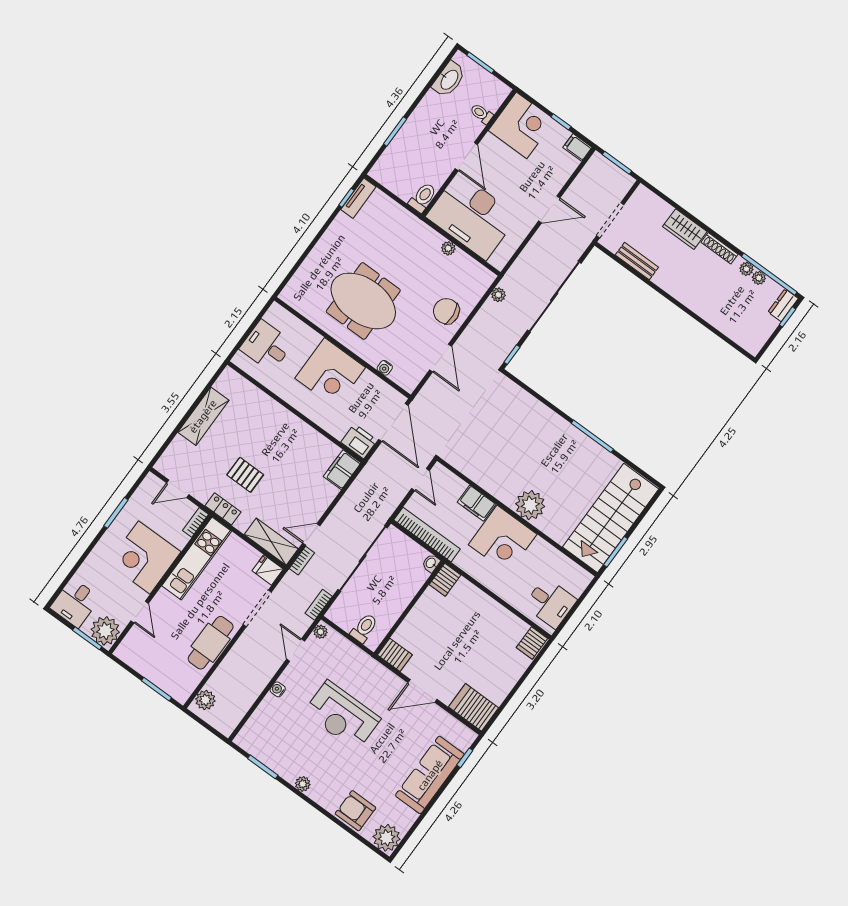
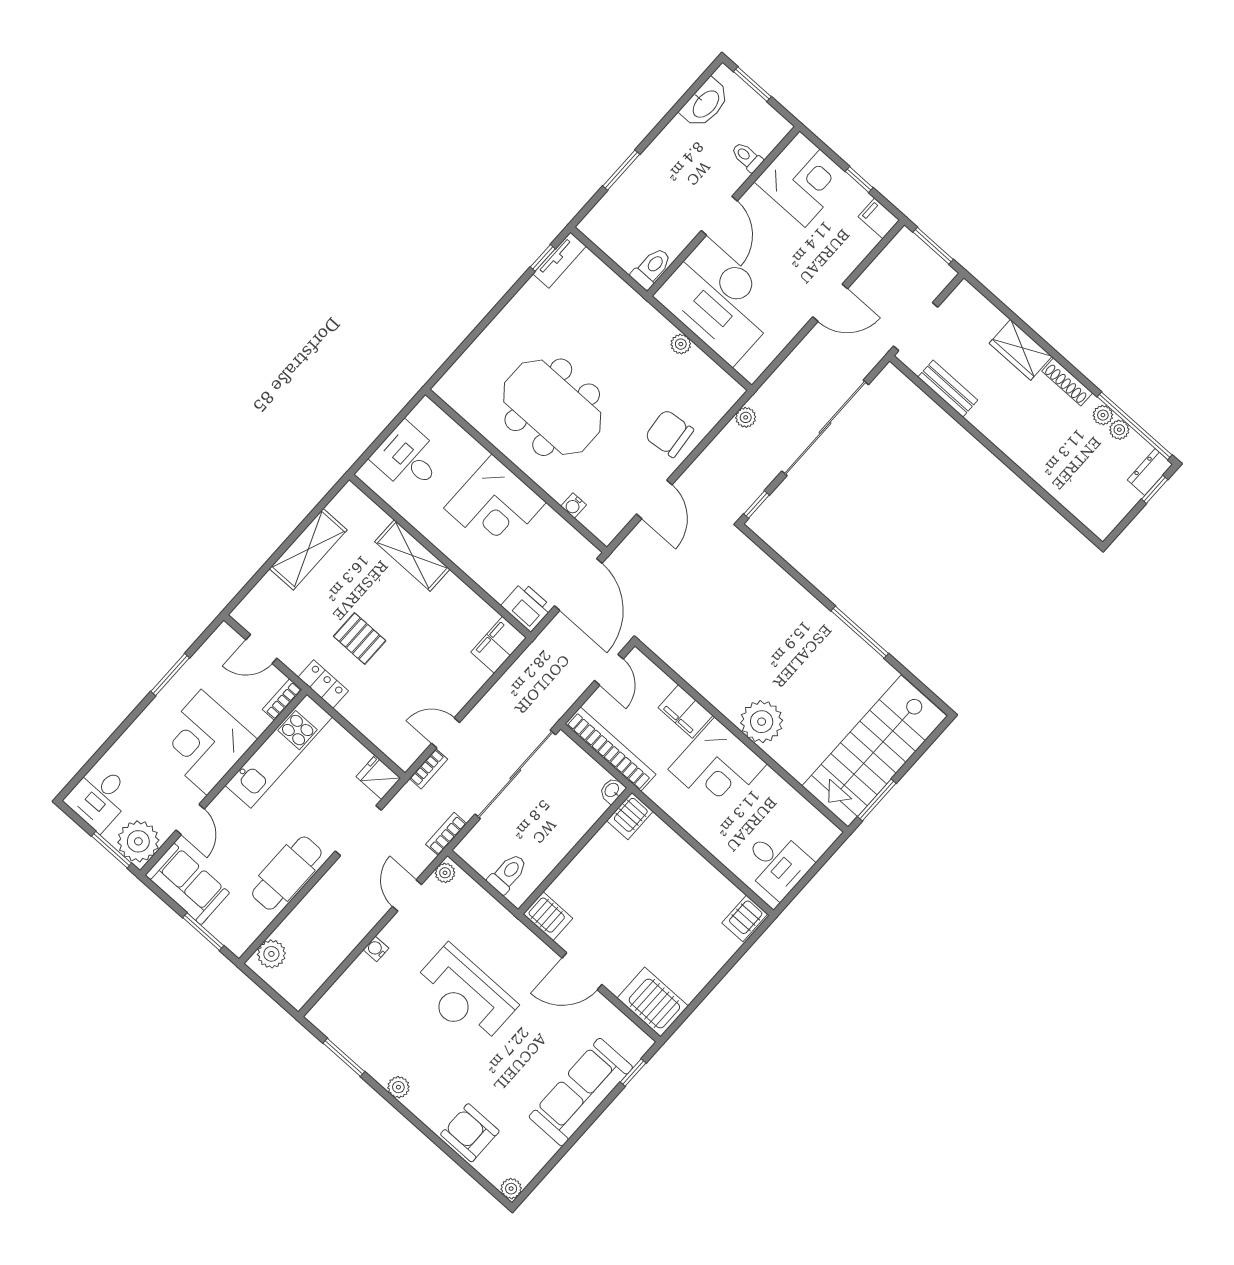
shelving: (271, 542) -> (412, 555), moved
sofa: (142, 657) -> (187, 884), added
plant: (387, 838) -> (511, 1189), width x0.53, depth x0.53

